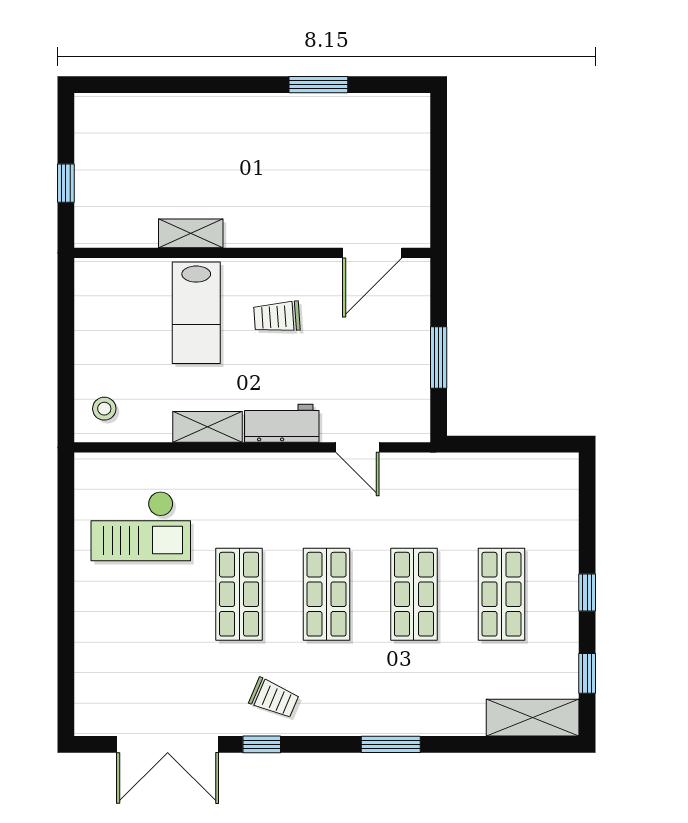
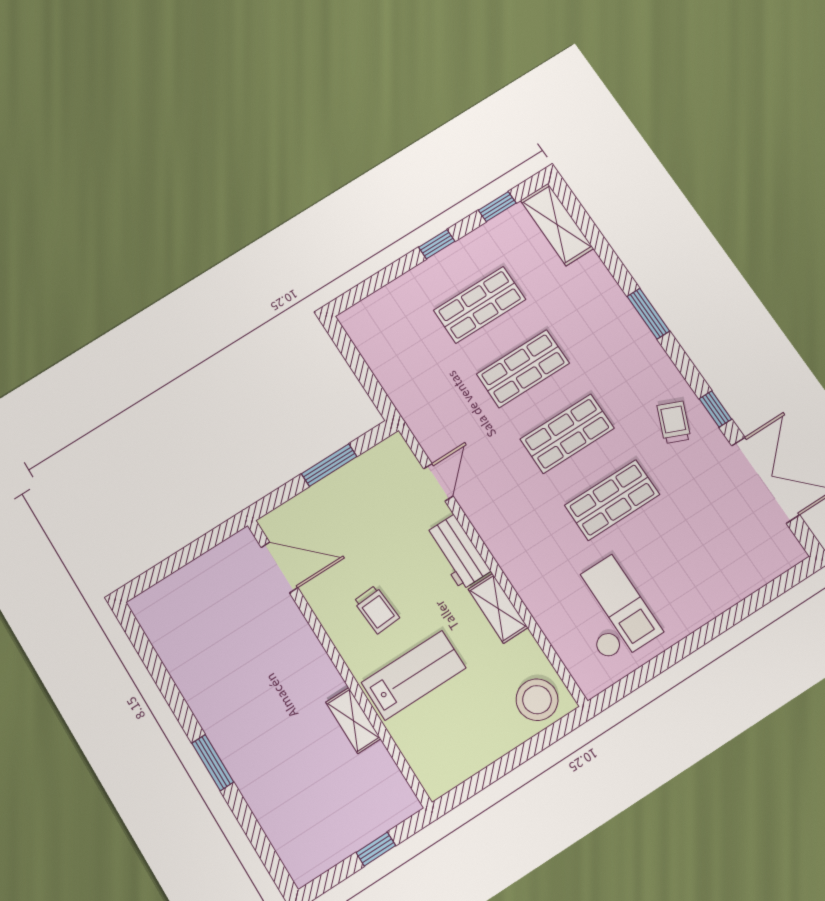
window: (318, 85) -> (213, 763), moved
stool: (104, 409) -> (537, 700), width x1.89, depth x1.89

